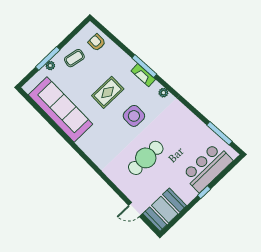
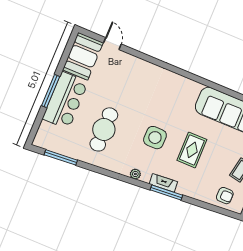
cafe table: (146, 158) -> (104, 129), moved
bar counter: (207, 168) -> (65, 100), moved
window: (204, 192) -> (51, 91), width x2.17
door: (136, 210) -> (112, 44), hinge flipped

